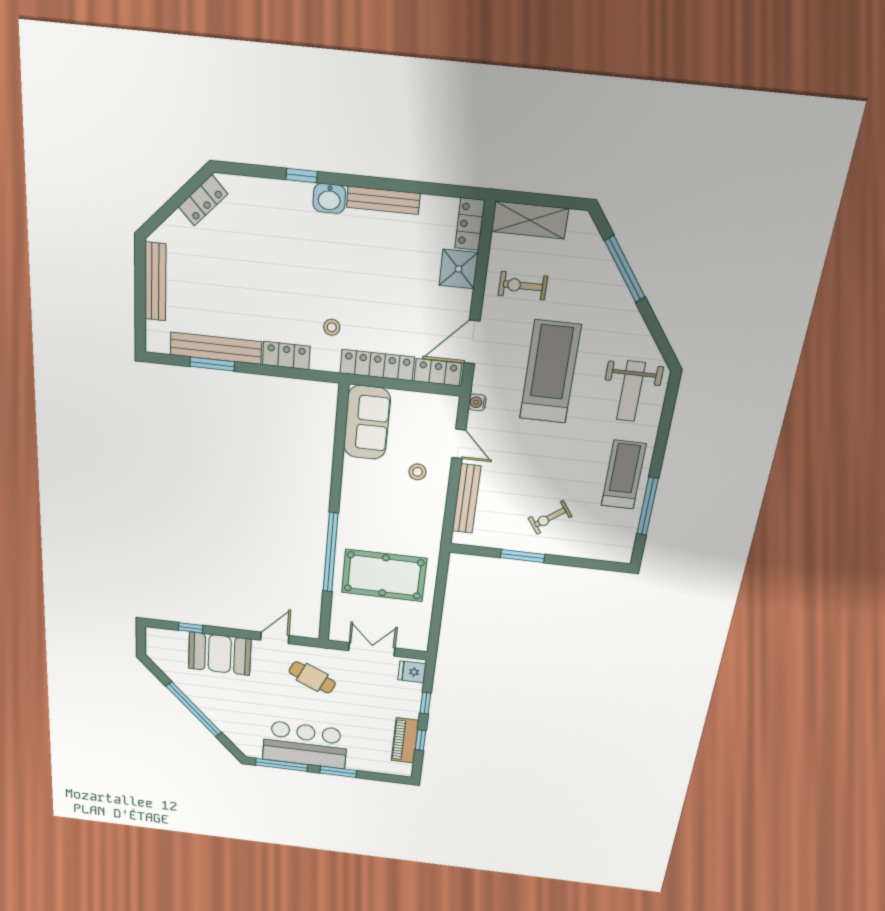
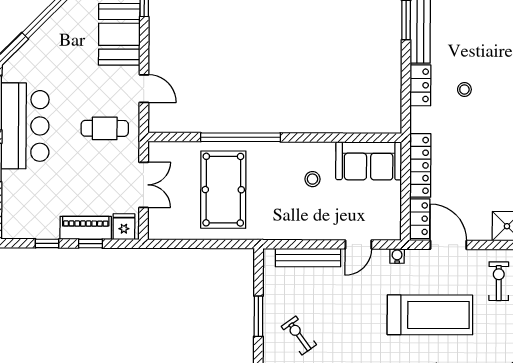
stool: (332, 327) -> (464, 89), moved
stool: (417, 472) -> (312, 179), moved
cafe table: (312, 677) -> (105, 128), turned 66
piano: (405, 740) -> (86, 228), moved

